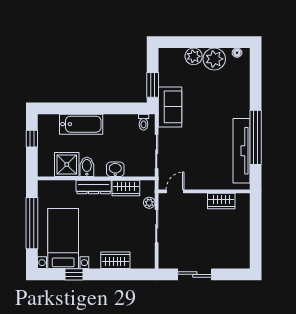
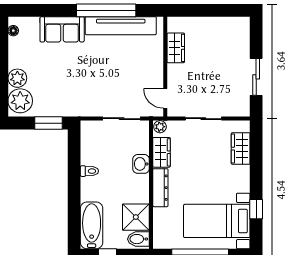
plant: (214, 59) -> (20, 101), moved
sofa: (170, 107) -> (62, 29), moved, turned 180
toilet: (144, 122) -> (89, 171), moved
bathtub: (81, 124) -> (92, 225), moved
bidet: (87, 167) -> (138, 239), moved
plant: (149, 203) -> (160, 127), moved
wardrobe: (115, 260) -> (241, 149), moved

